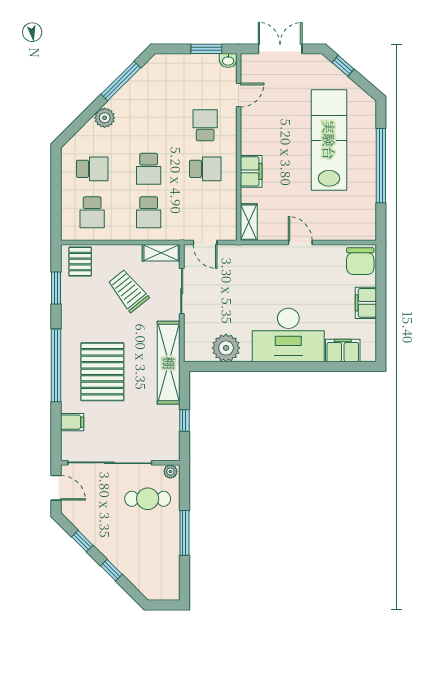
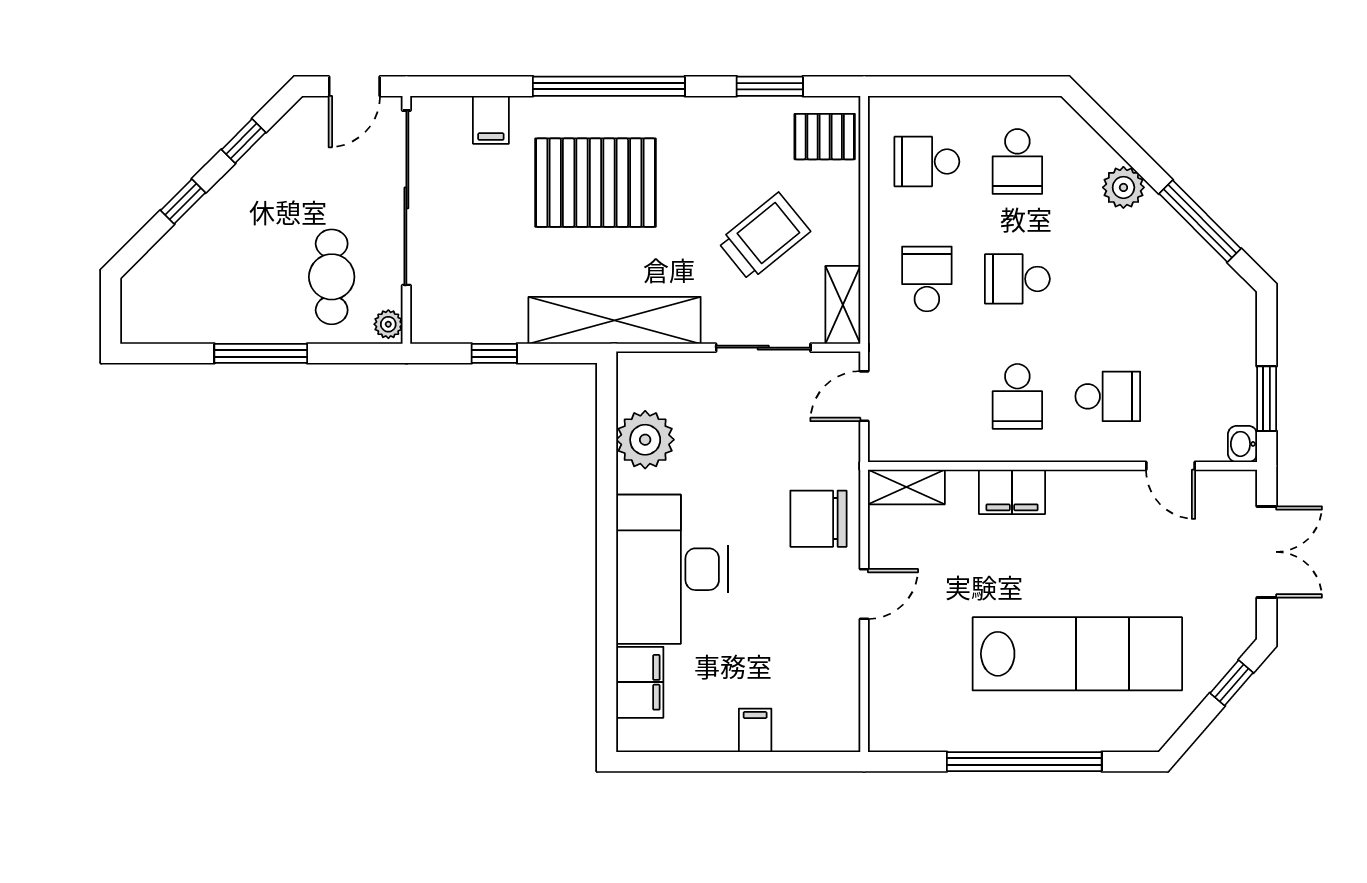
school desk: (149, 212) -> (927, 279), turned 90
chair: (360, 261) -> (818, 519), moved
filing cabinet: (366, 303) -> (755, 730), width x0.50

